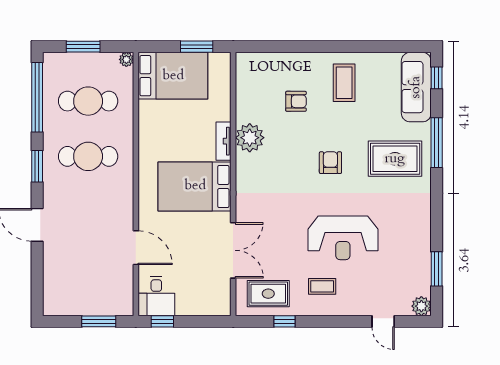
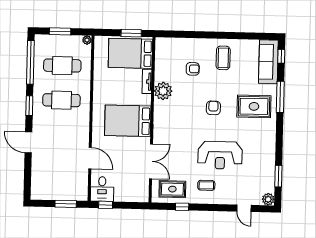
bed: (173, 76) -> (130, 53), moved, turned 180
tv unit: (224, 141) -> (147, 81), moved

